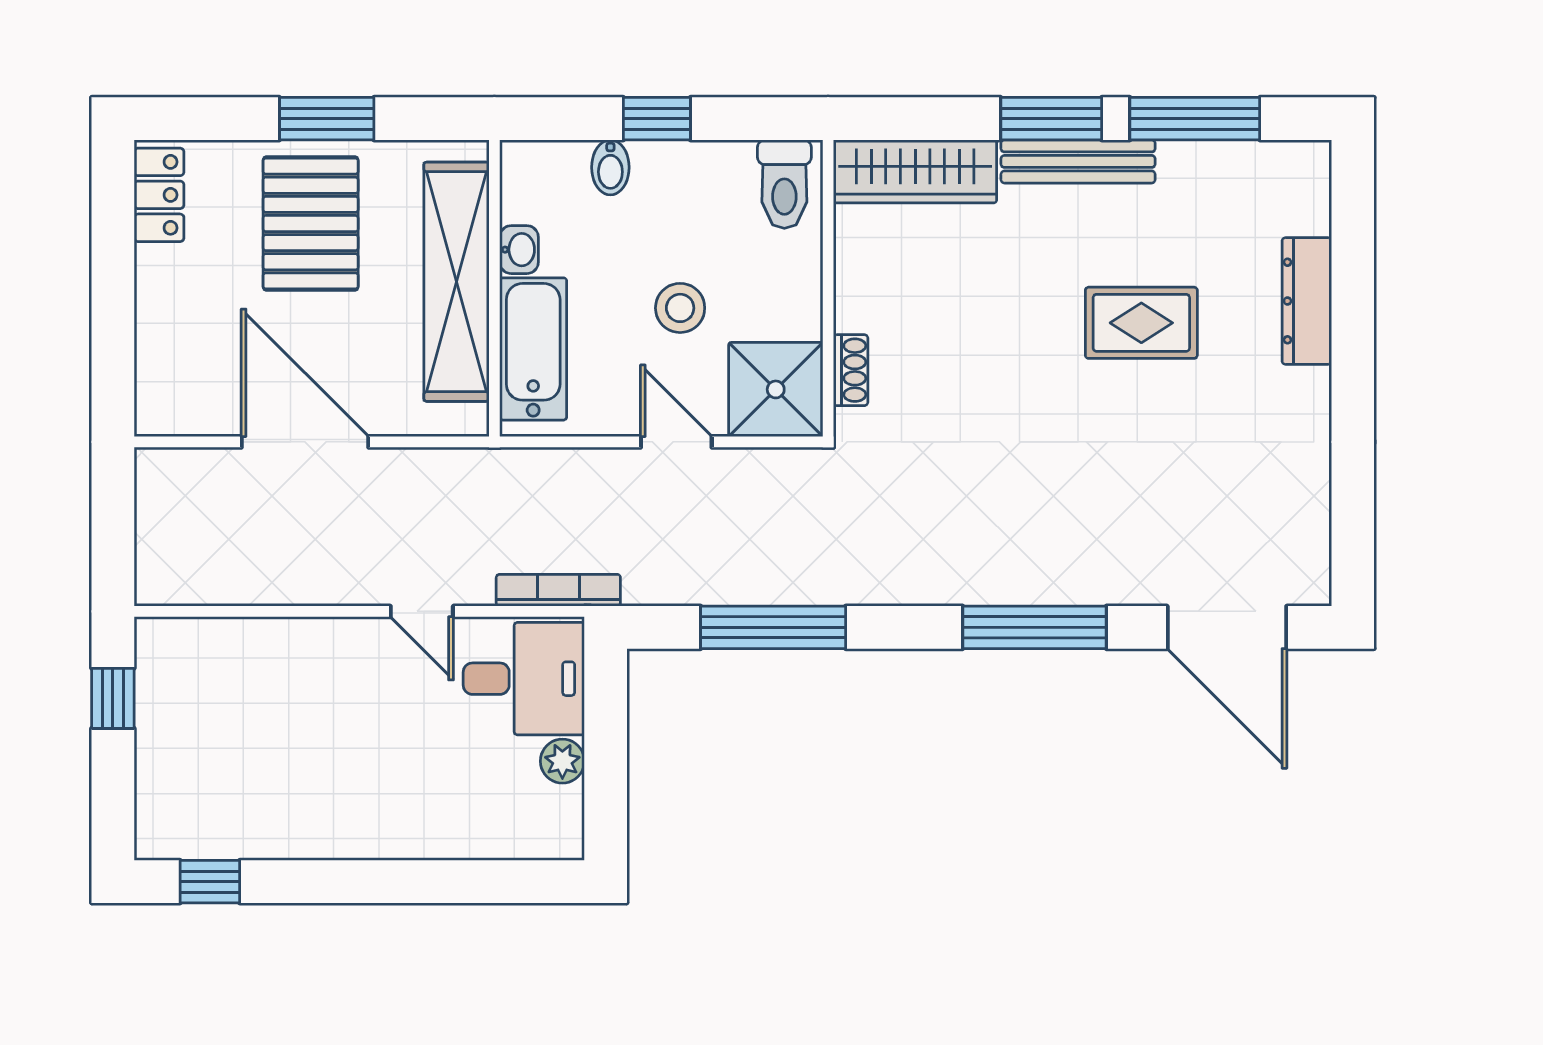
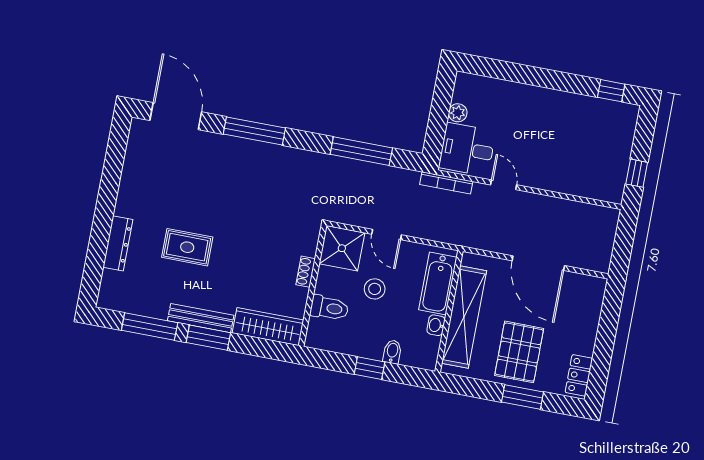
window: (327, 119) -> (523, 397), moved
toilet: (784, 184) -> (329, 308), moved, turned 90
shoe rack: (851, 370) -> (306, 272), moved

